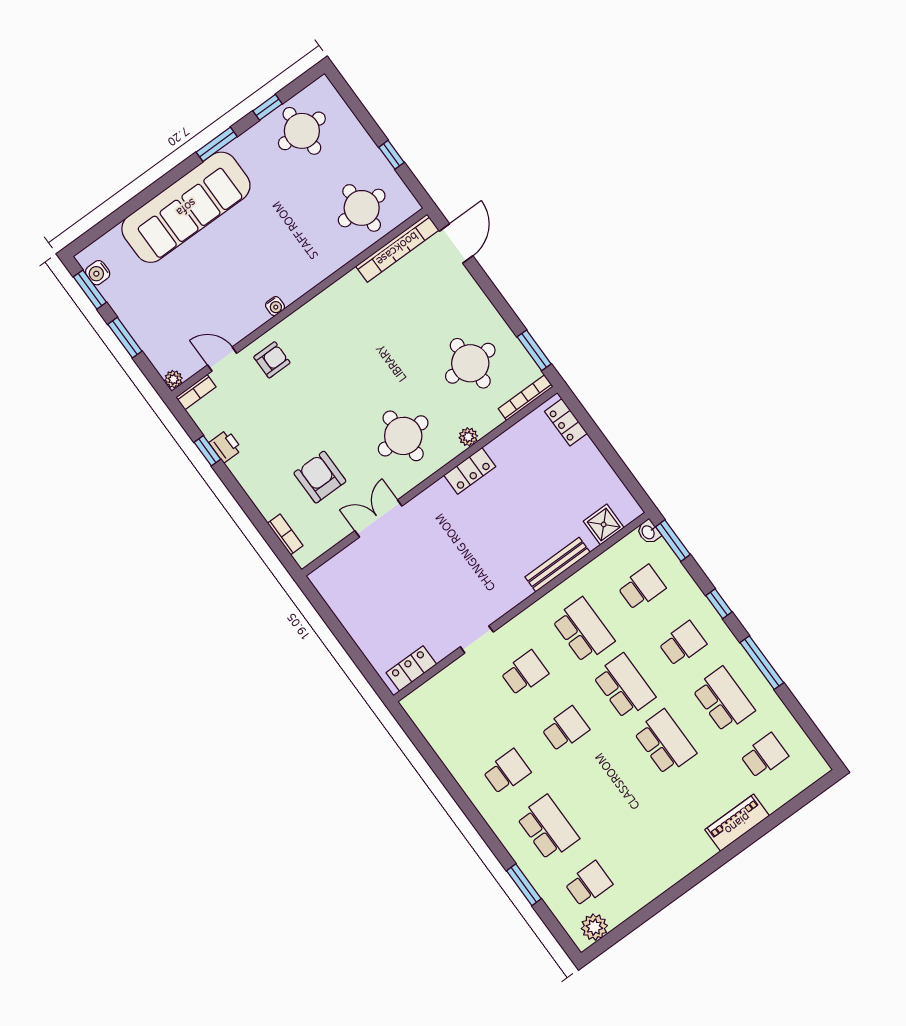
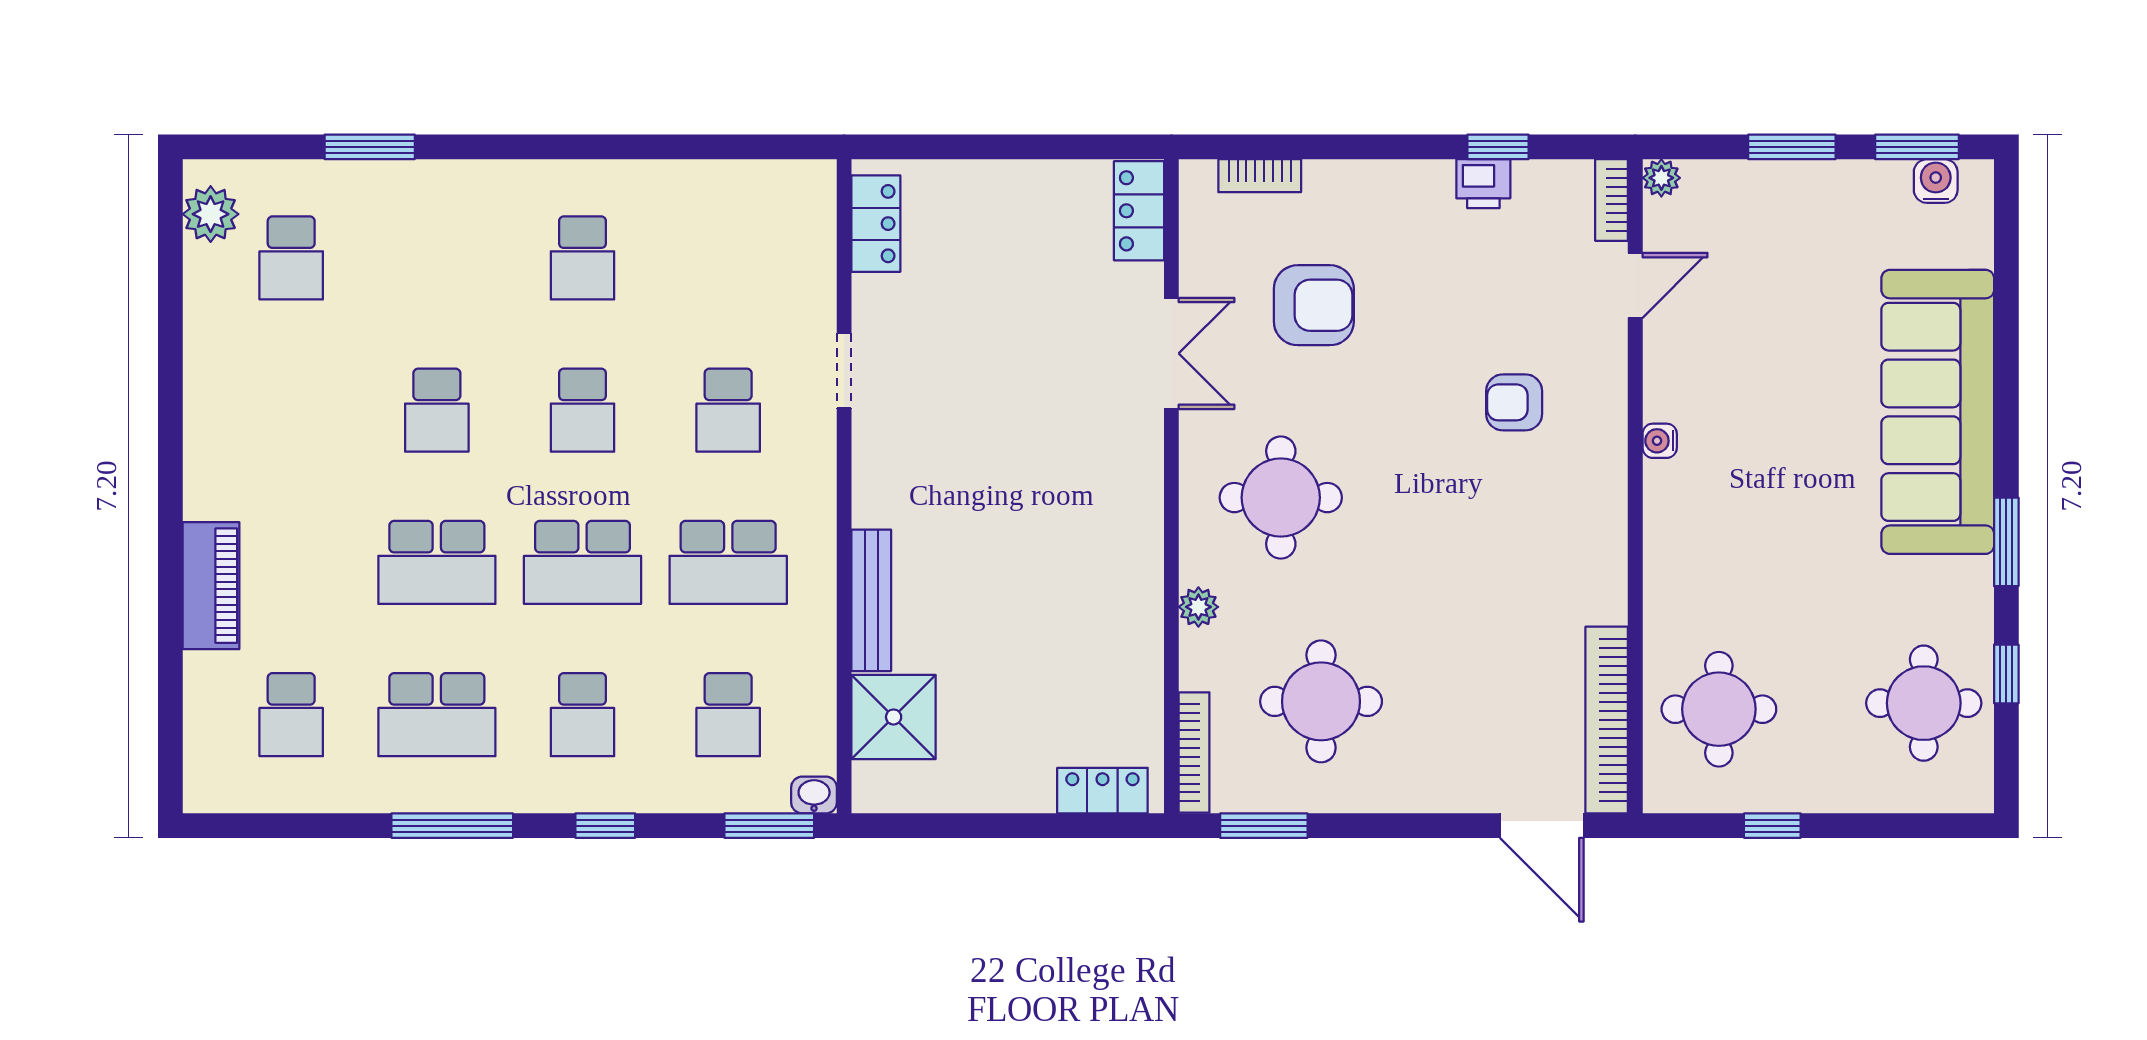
armchair: (272, 360) -> (1514, 402), moved, turned 90
locker: (470, 471) -> (1139, 211), moved
shower: (604, 524) -> (894, 717), width x1.36, depth x1.36
school desk: (548, 828) -> (437, 410), moved, width x0.54

